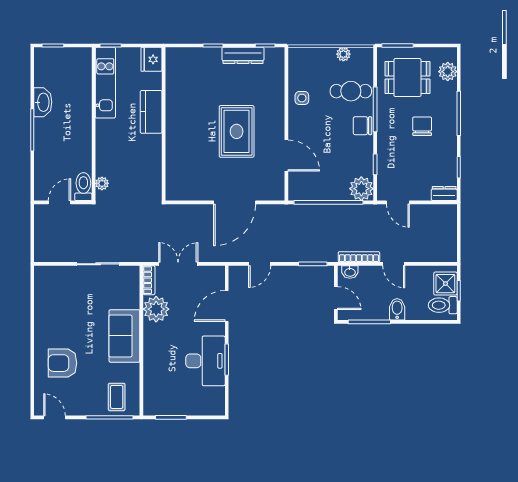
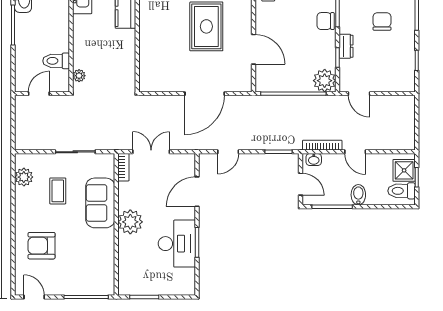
toilet: (83, 187) -> (56, 61), moved, turned -90
dresser: (444, 194) -> (346, 46), moved, turned 90
plant: (44, 291) -> (24, 177), added
plant: (156, 309) -> (130, 222), moved
sofa: (124, 336) -> (100, 203), moved
coffee table: (117, 397) -> (58, 191), moved

